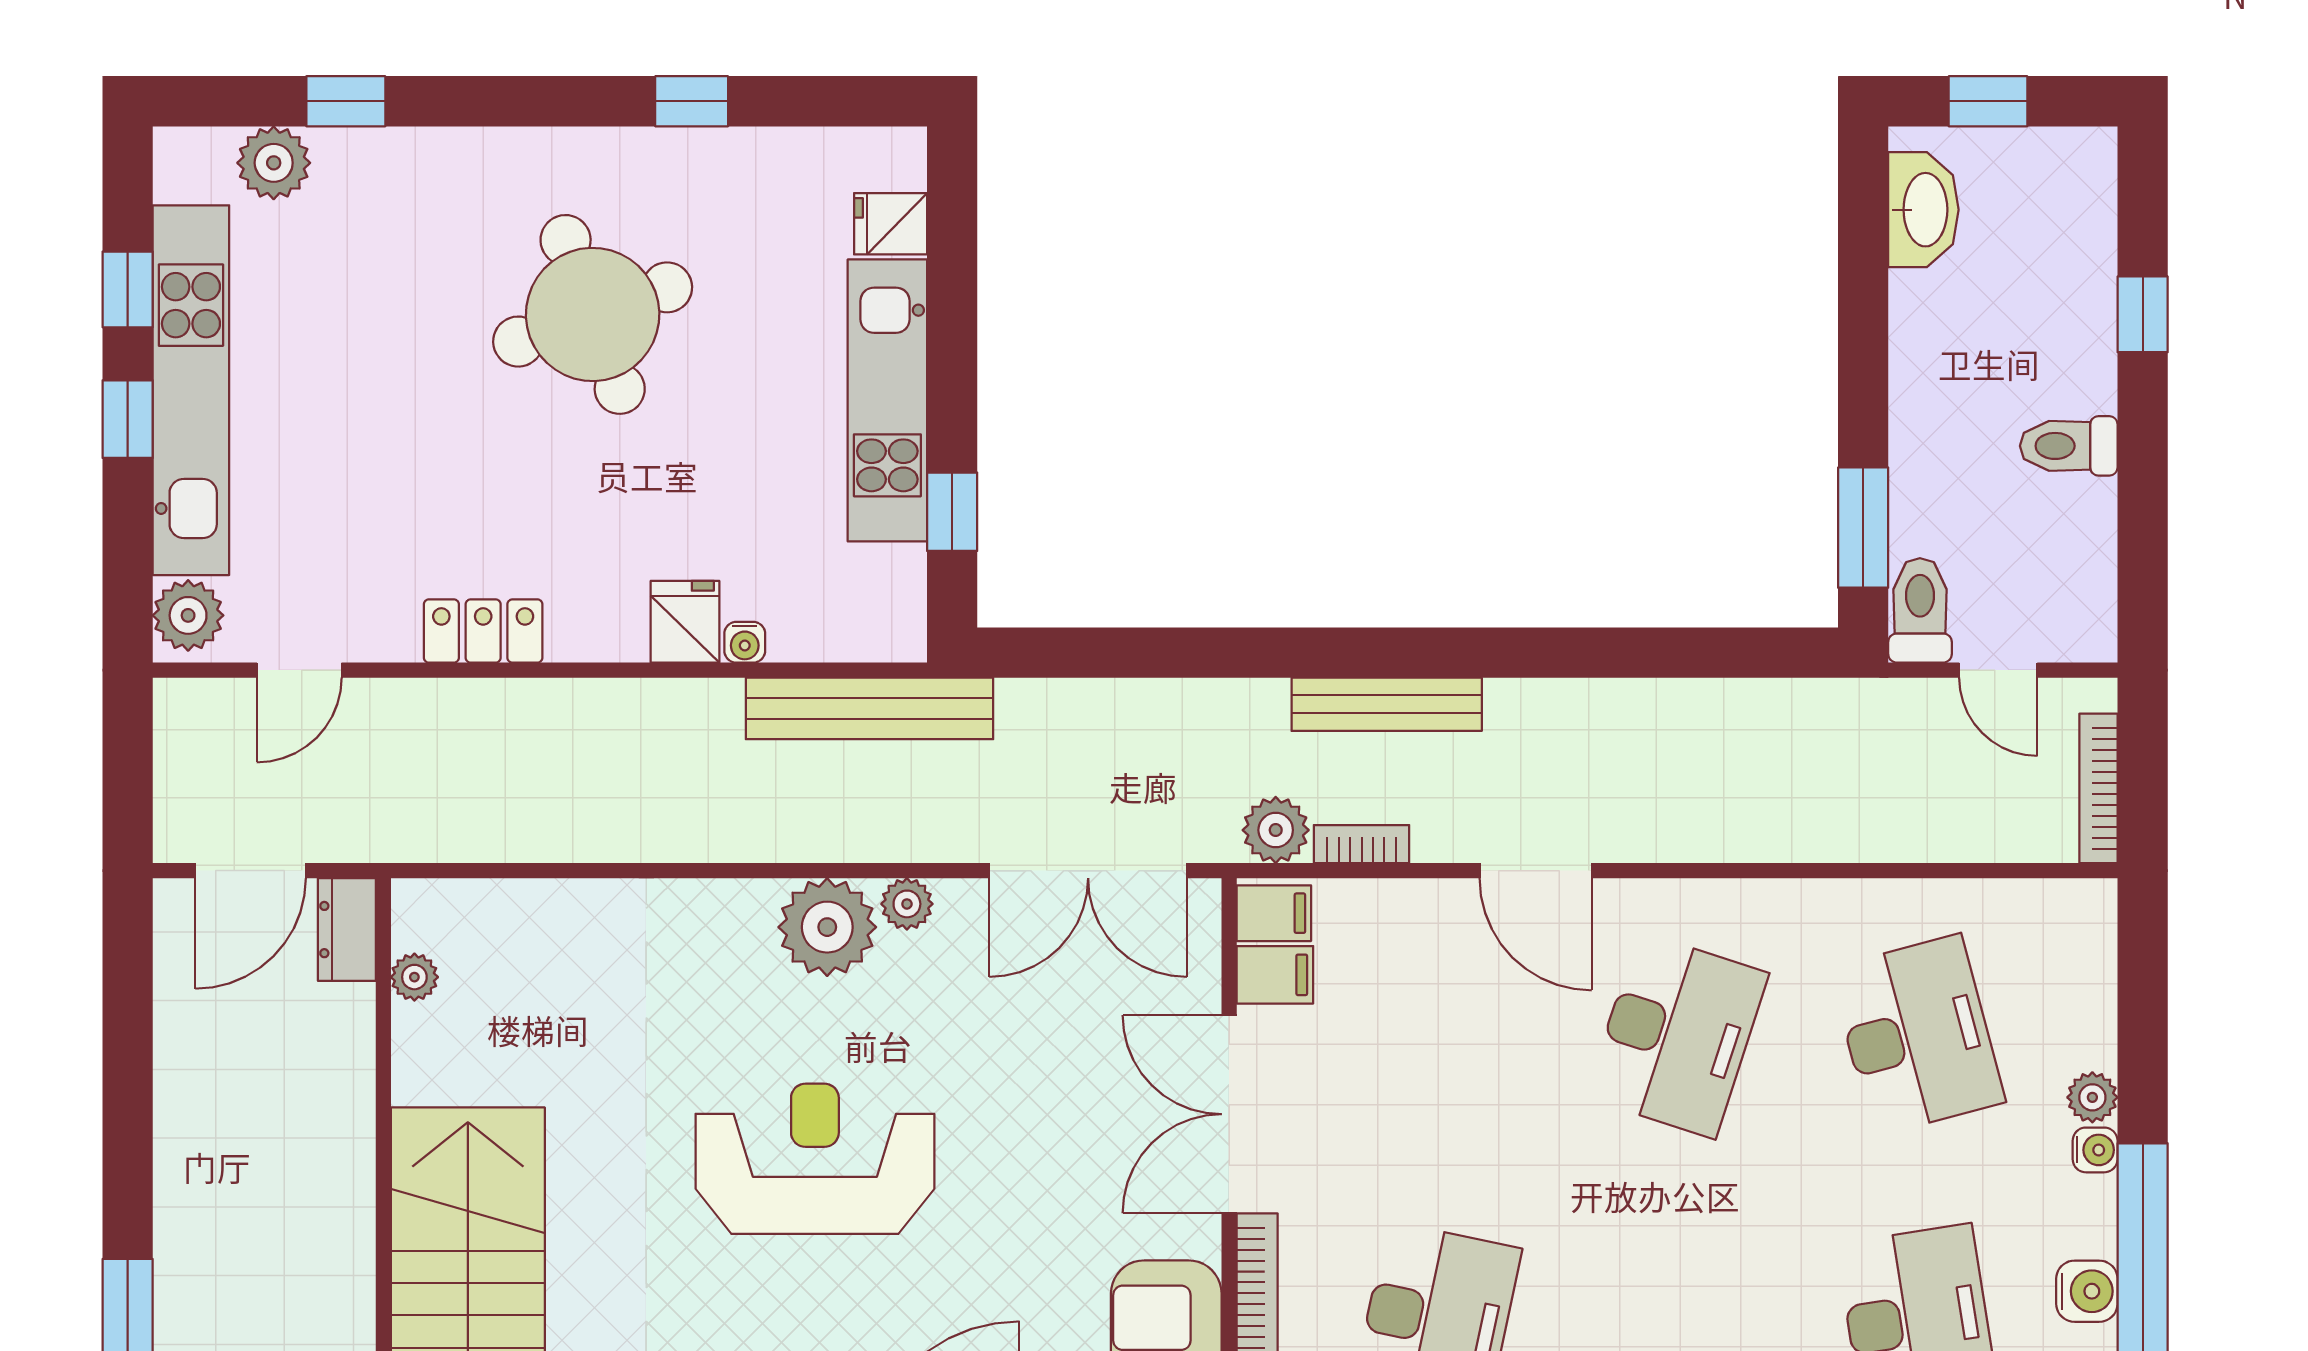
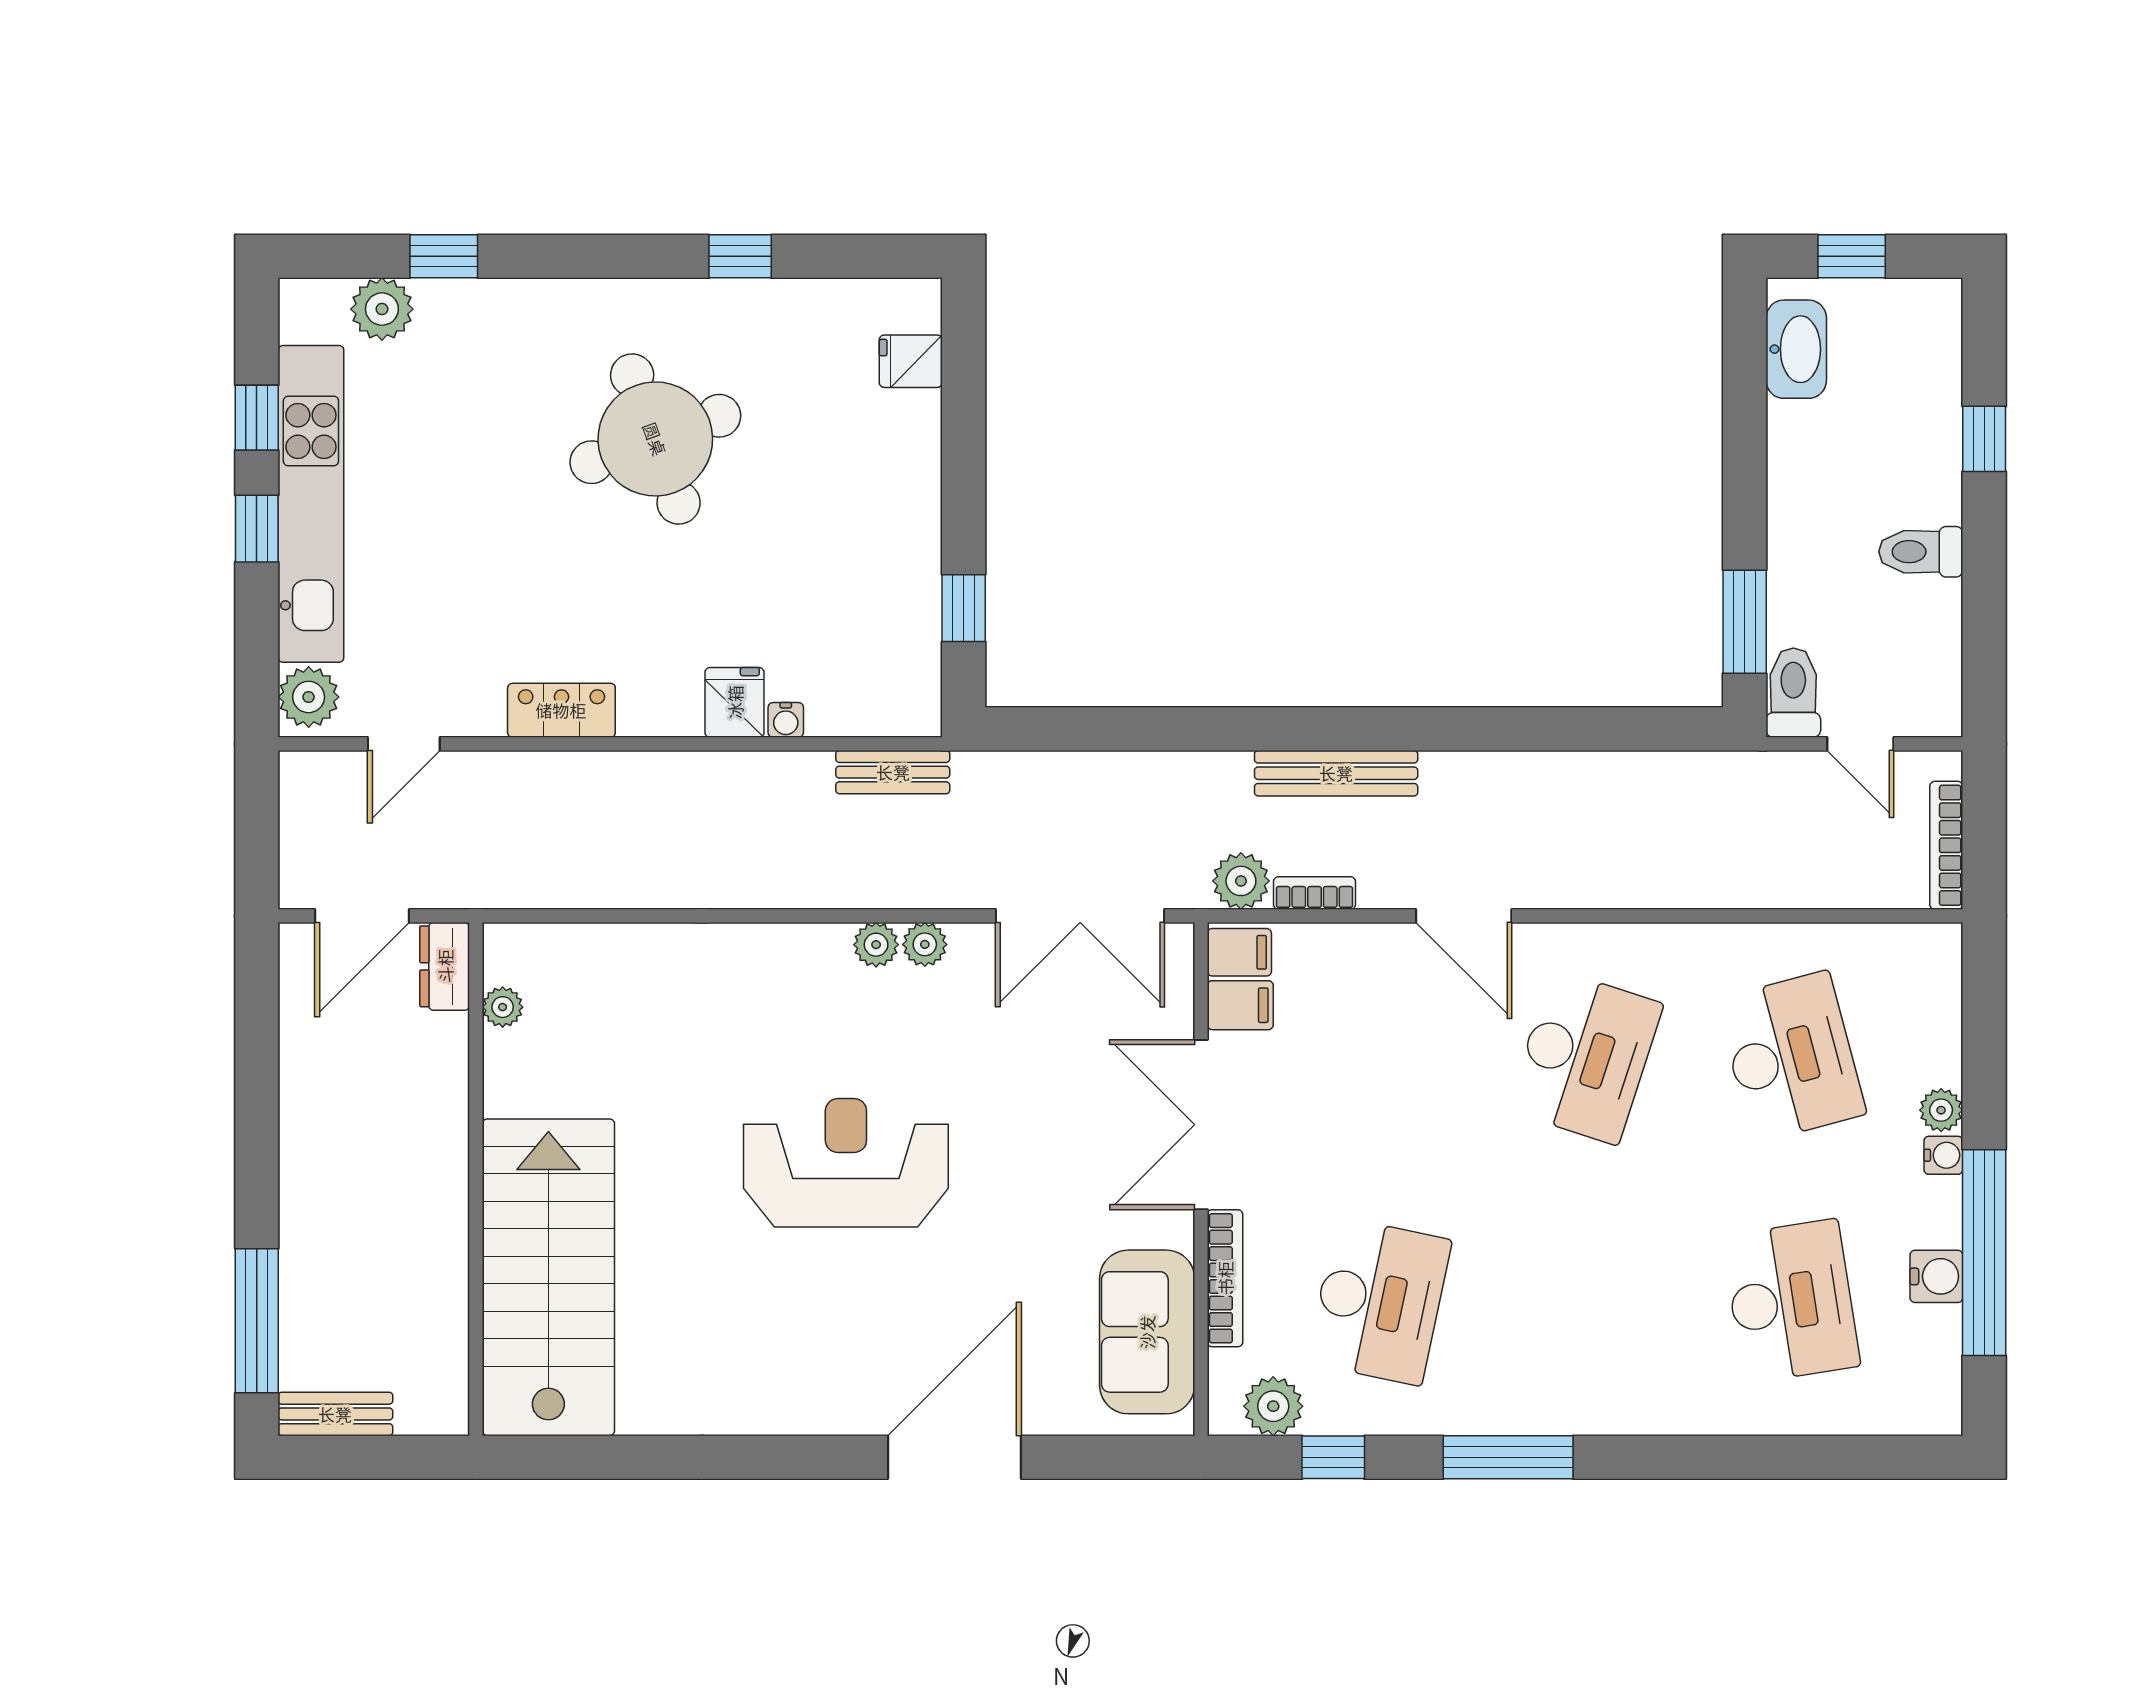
kitchen unit: (887, 400) -> (908, 513), removed
bench: (870, 708) -> (893, 772), width x0.54, depth x0.82
plant: (827, 927) -> (876, 945), width x0.53, depth x0.53

